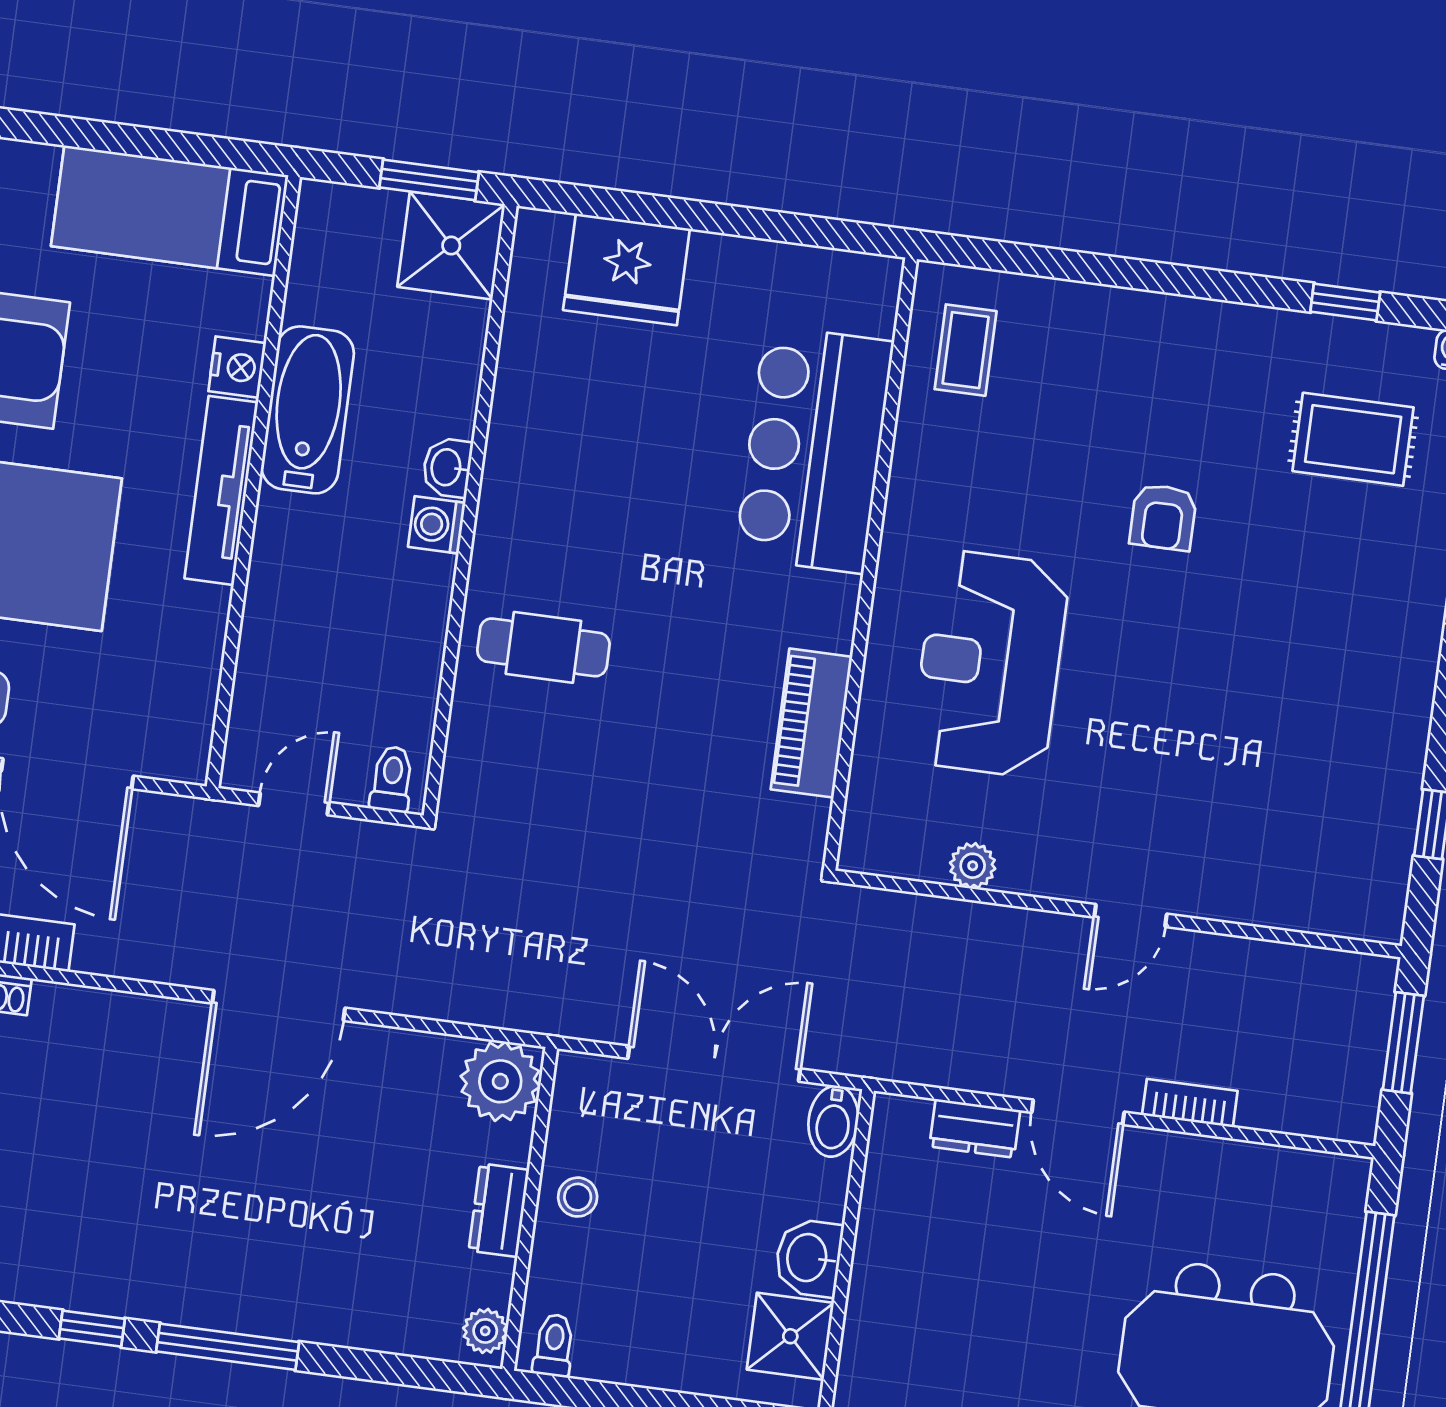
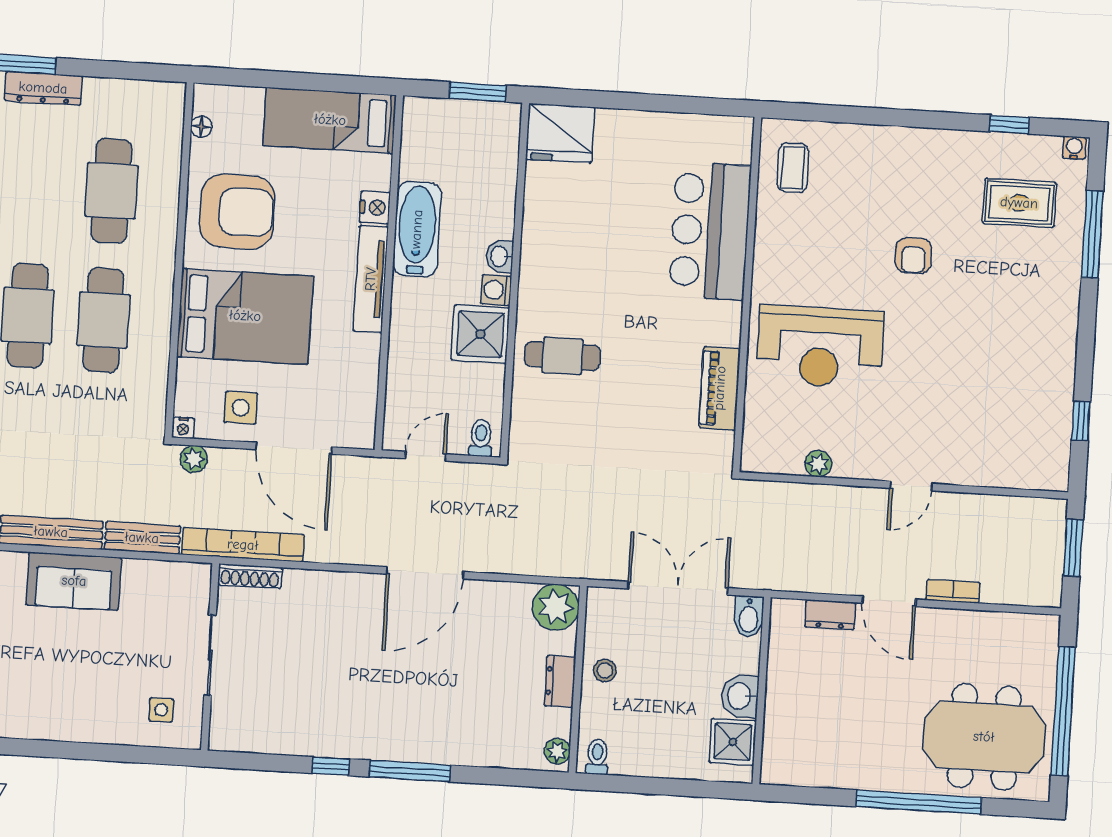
shower: (451, 246) -> (480, 334), moved
fridge: (626, 269) -> (560, 133), moved
reception desk: (990, 664) -> (820, 347), turned -90

